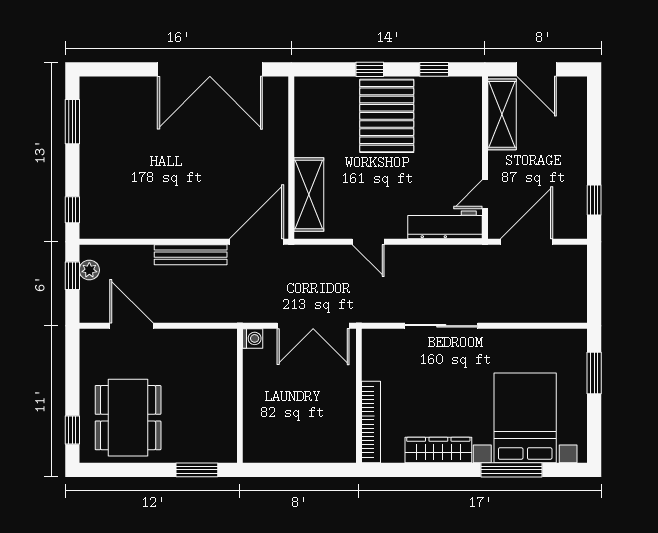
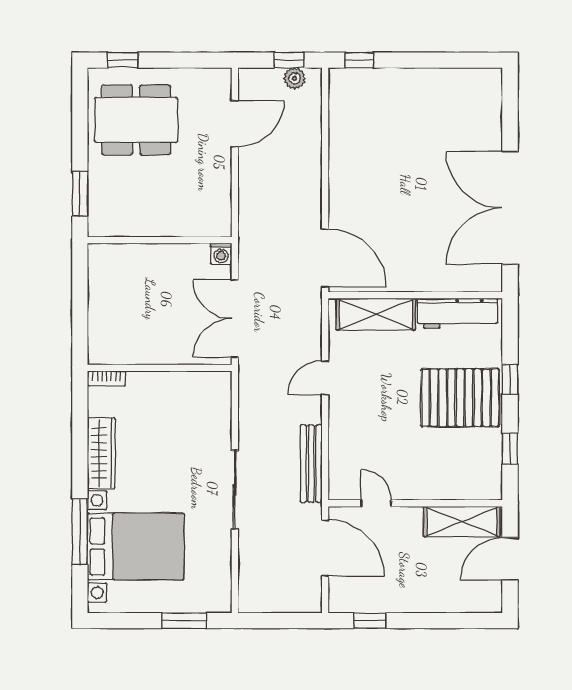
window: (72, 122) -> (454, 60), removed
workbench: (445, 225) -> (457, 313), moved, turned 90
bench: (191, 255) -> (311, 464), moved
sliding door: (441, 326) -> (235, 490), moved
bookcase: (371, 422) -> (107, 378), width x0.43, depth x0.76

